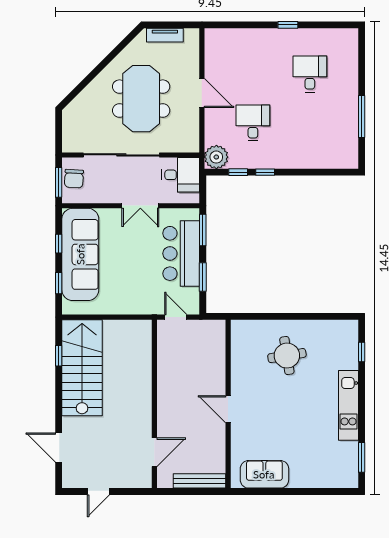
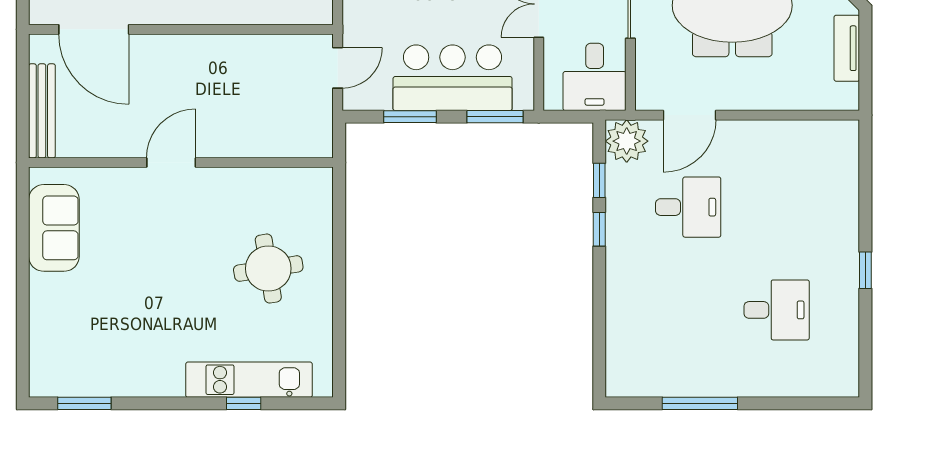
door: (202, 93) -> (690, 115), moved
window: (362, 352) -> (244, 403), moved
kitchen unit: (348, 405) -> (249, 380), moved
door: (154, 452) -> (94, 29), width x1.36

